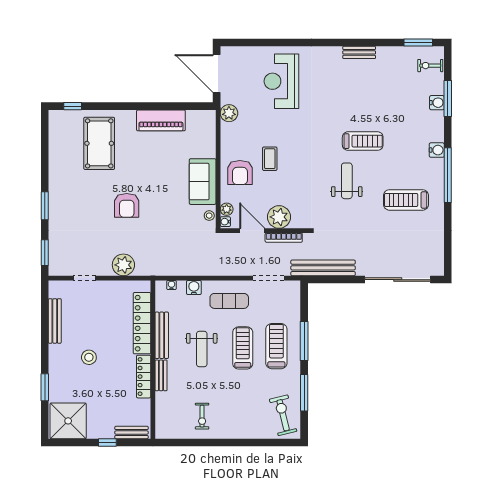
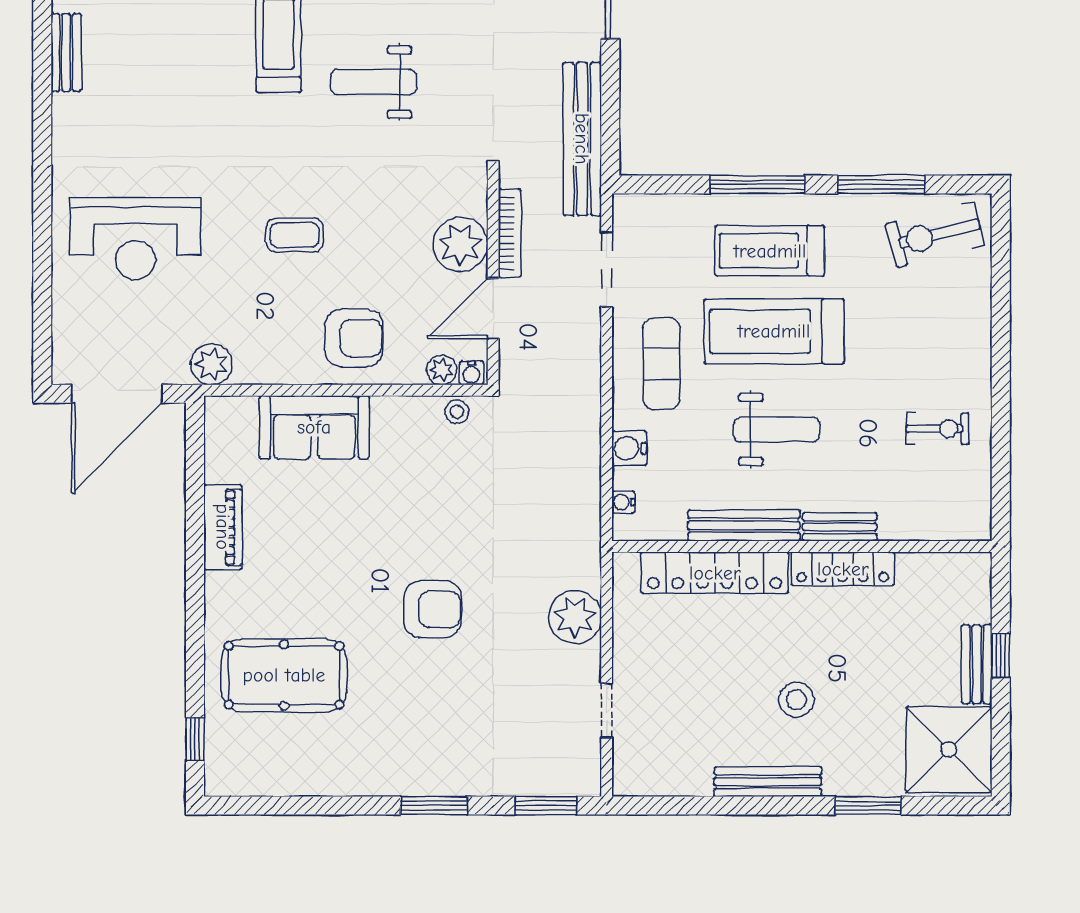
piano: (161, 120) -> (223, 527), width x0.73, depth x0.75
coffee table: (270, 159) -> (295, 235), moved
sofa: (203, 182) -> (314, 427), moved
bench: (55, 321) -> (768, 782), moved
treadmill: (243, 348) -> (774, 331), width x1.37, depth x1.38
bench: (132, 433) -> (977, 664), moved

